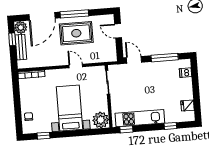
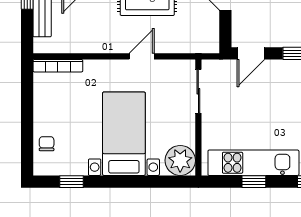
door: (134, 60) -> (251, 53), swing flipped
door: (76, 66) -> (142, 56), hinge flipped
window: (126, 129) -> (254, 182), moved

